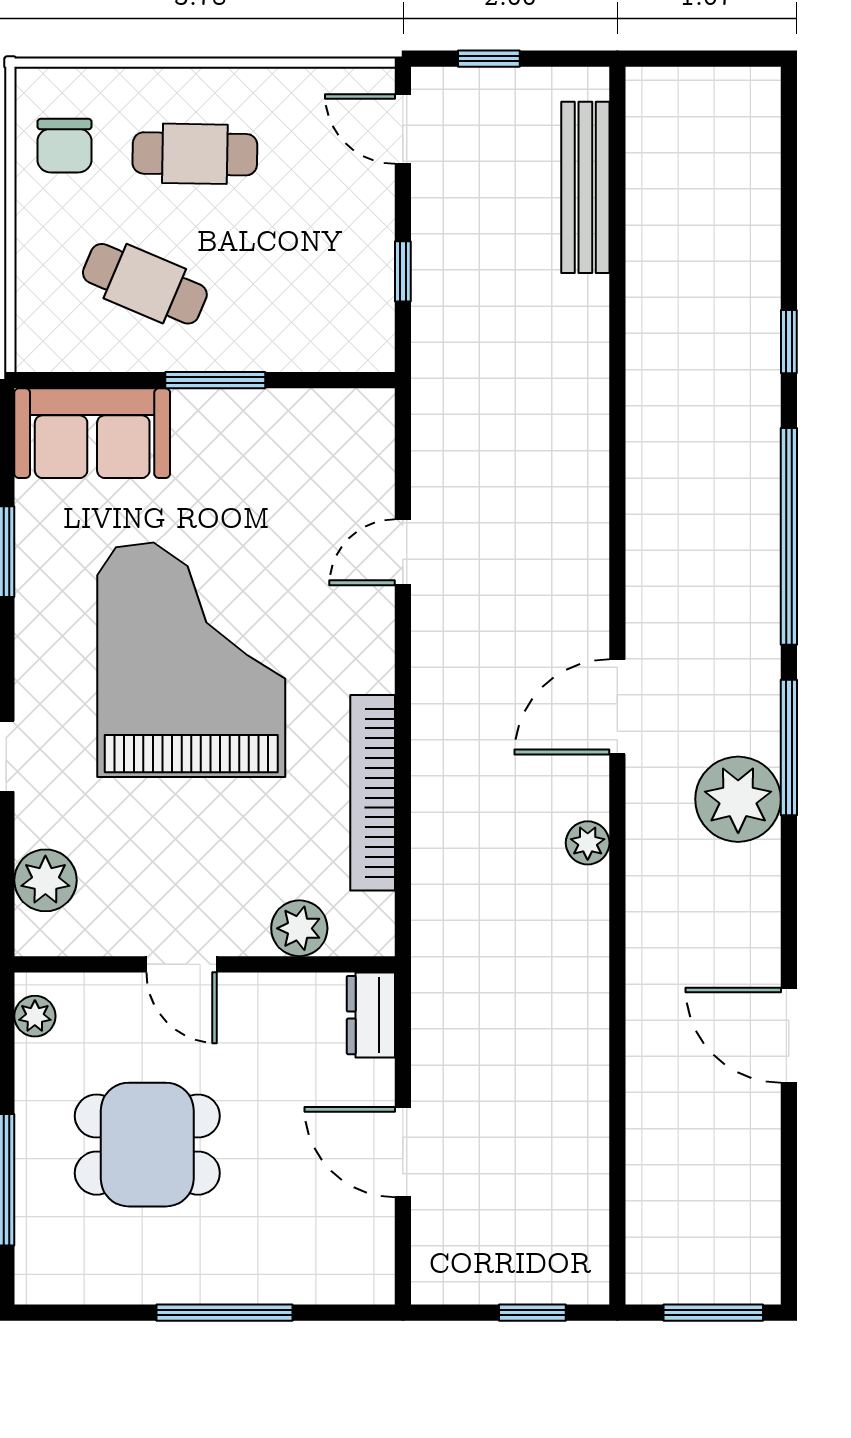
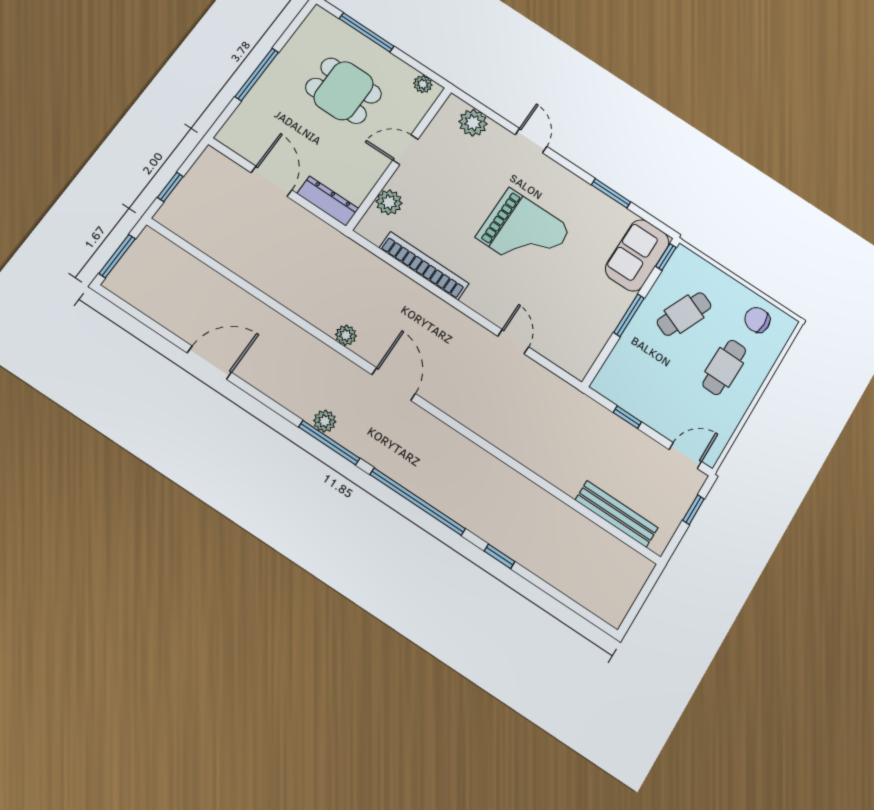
window: (59, 380) -> (666, 257), added
grand piano: (191, 660) -> (524, 233), width x0.73, depth x0.68
plant: (738, 799) -> (325, 421), width x0.53, depth x0.53
dresser: (371, 1015) -> (328, 201), width x1.44
dining table: (147, 1145) -> (344, 91), turned 90
door: (403, 1152) -> (272, 181), hinge flipped

